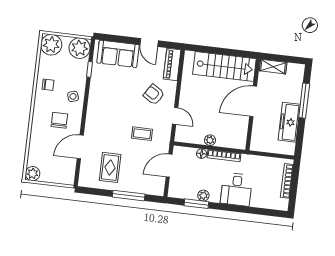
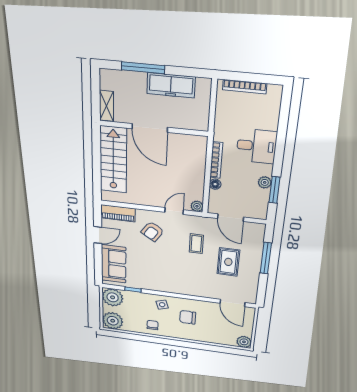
plant: (210, 140) -> (197, 206), moved
door: (80, 147) -> (232, 303), moved
rug: (110, 167) -> (228, 262), moved, turned 90

